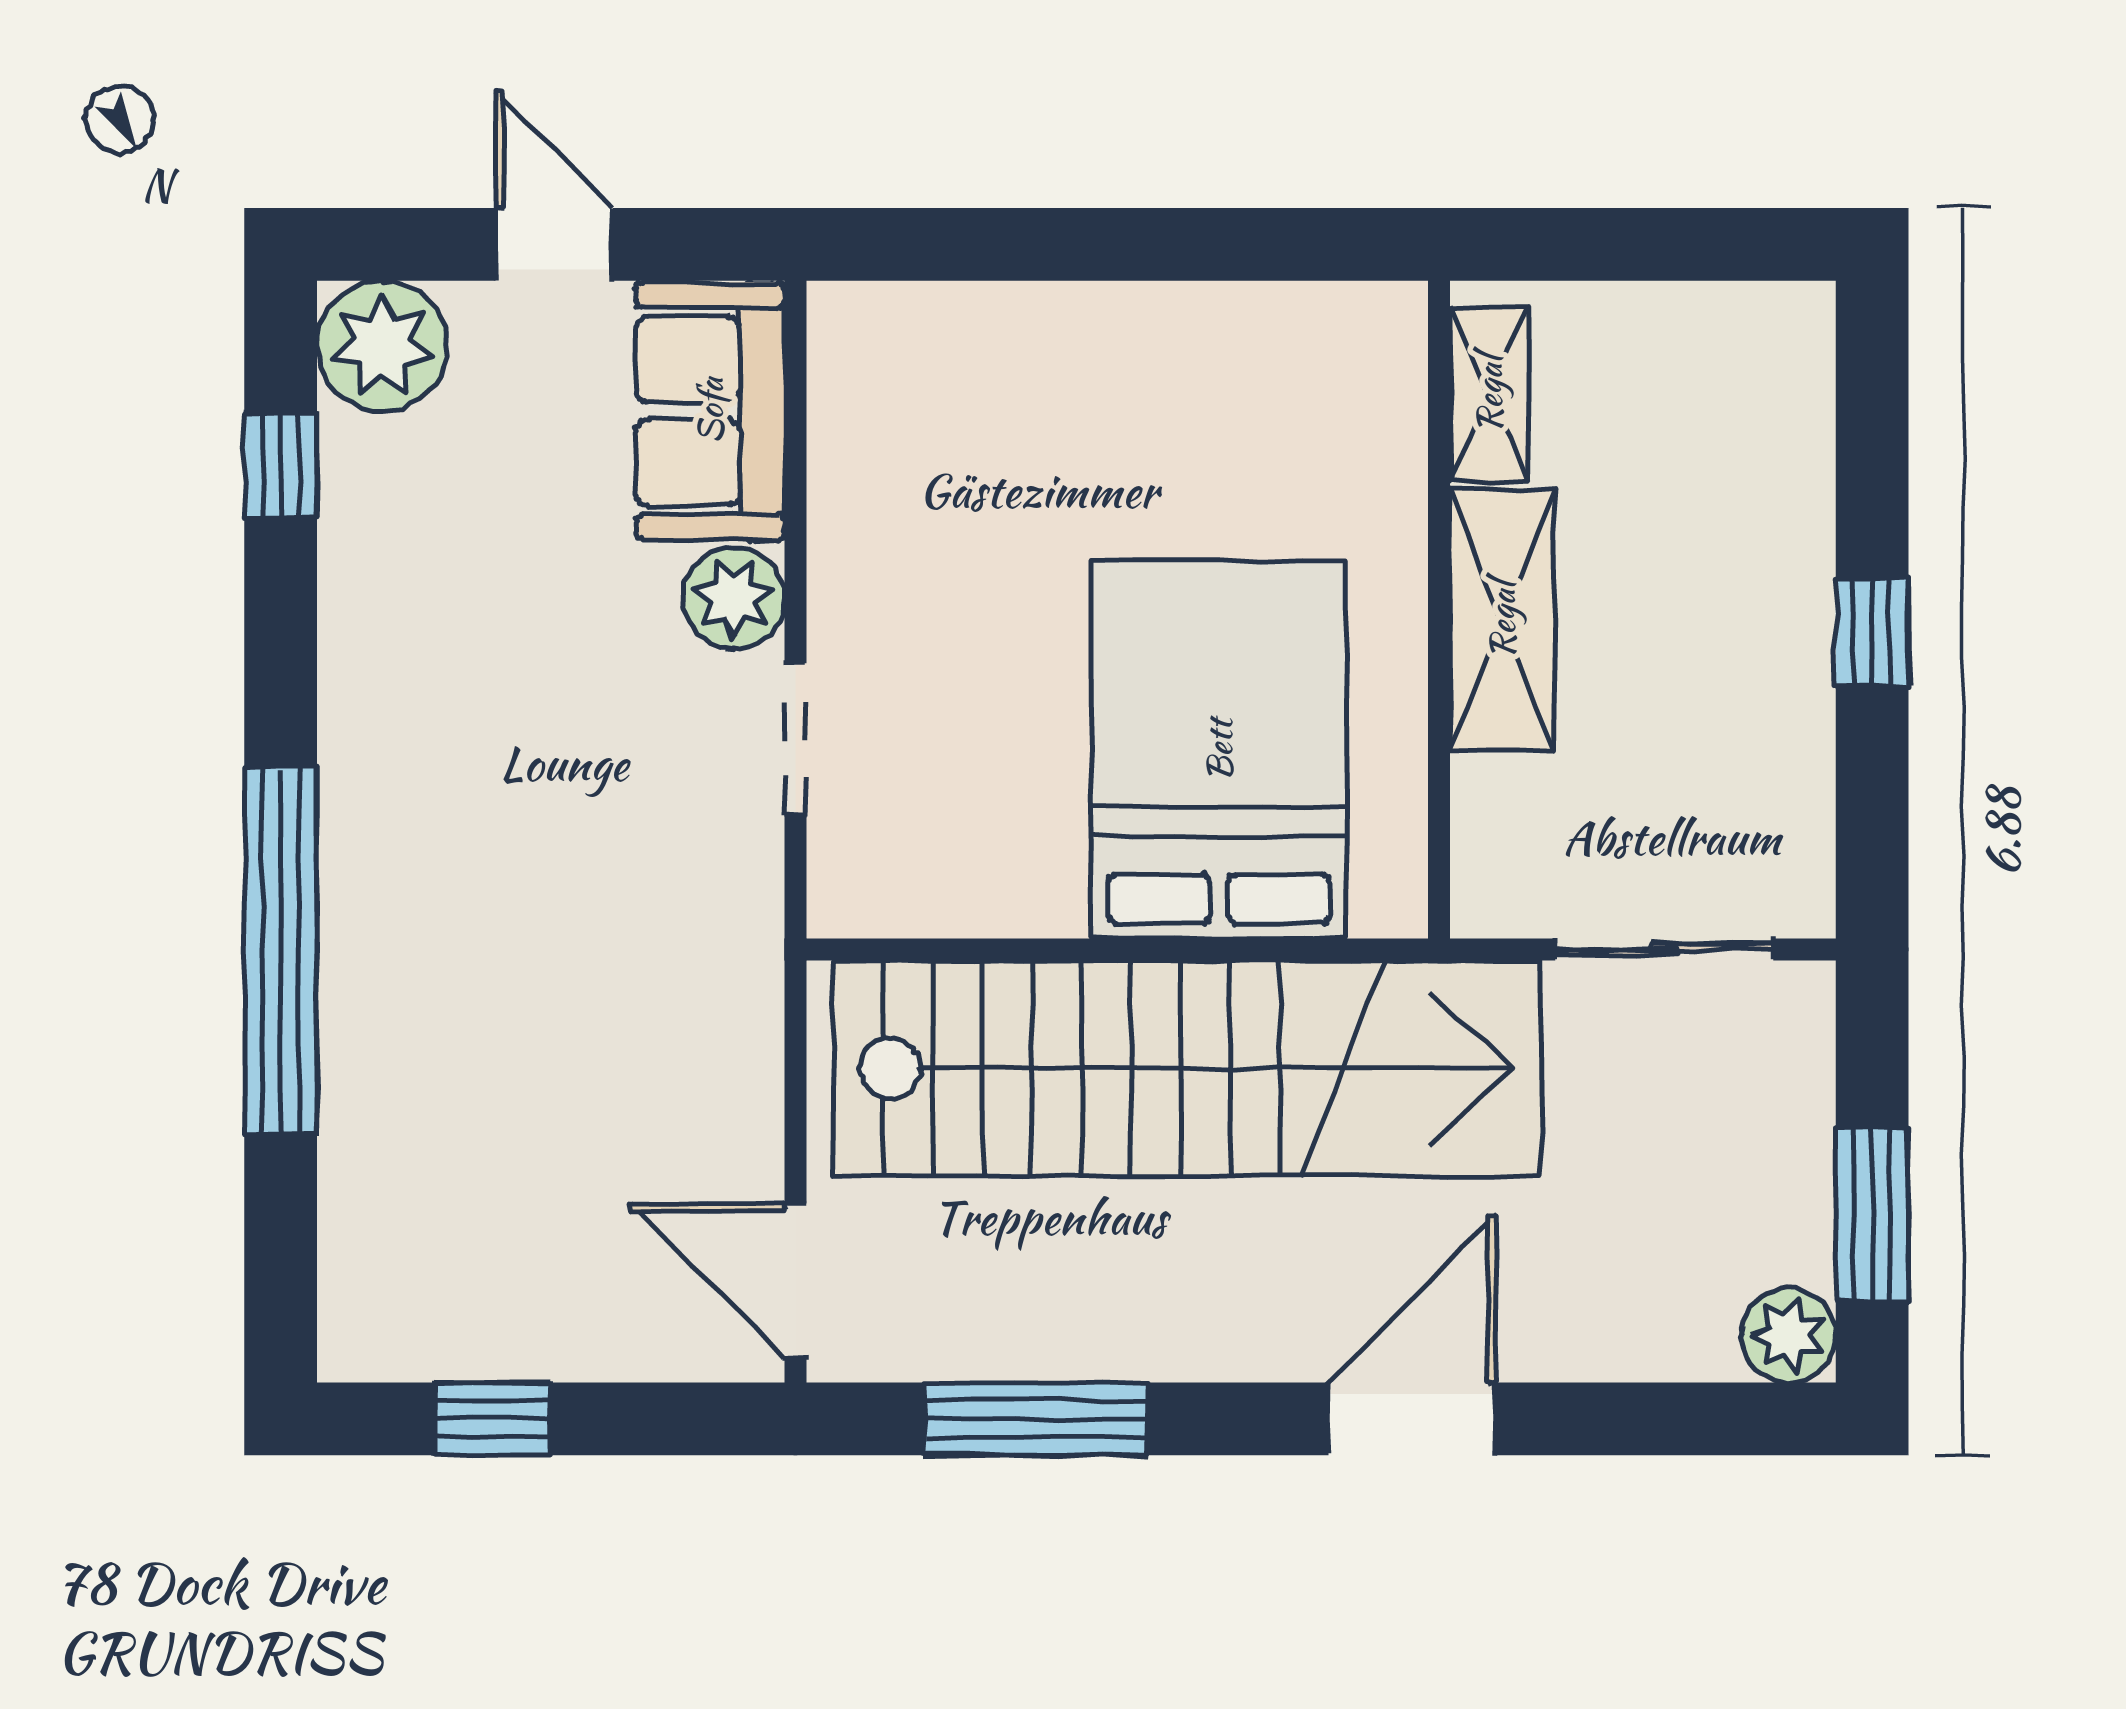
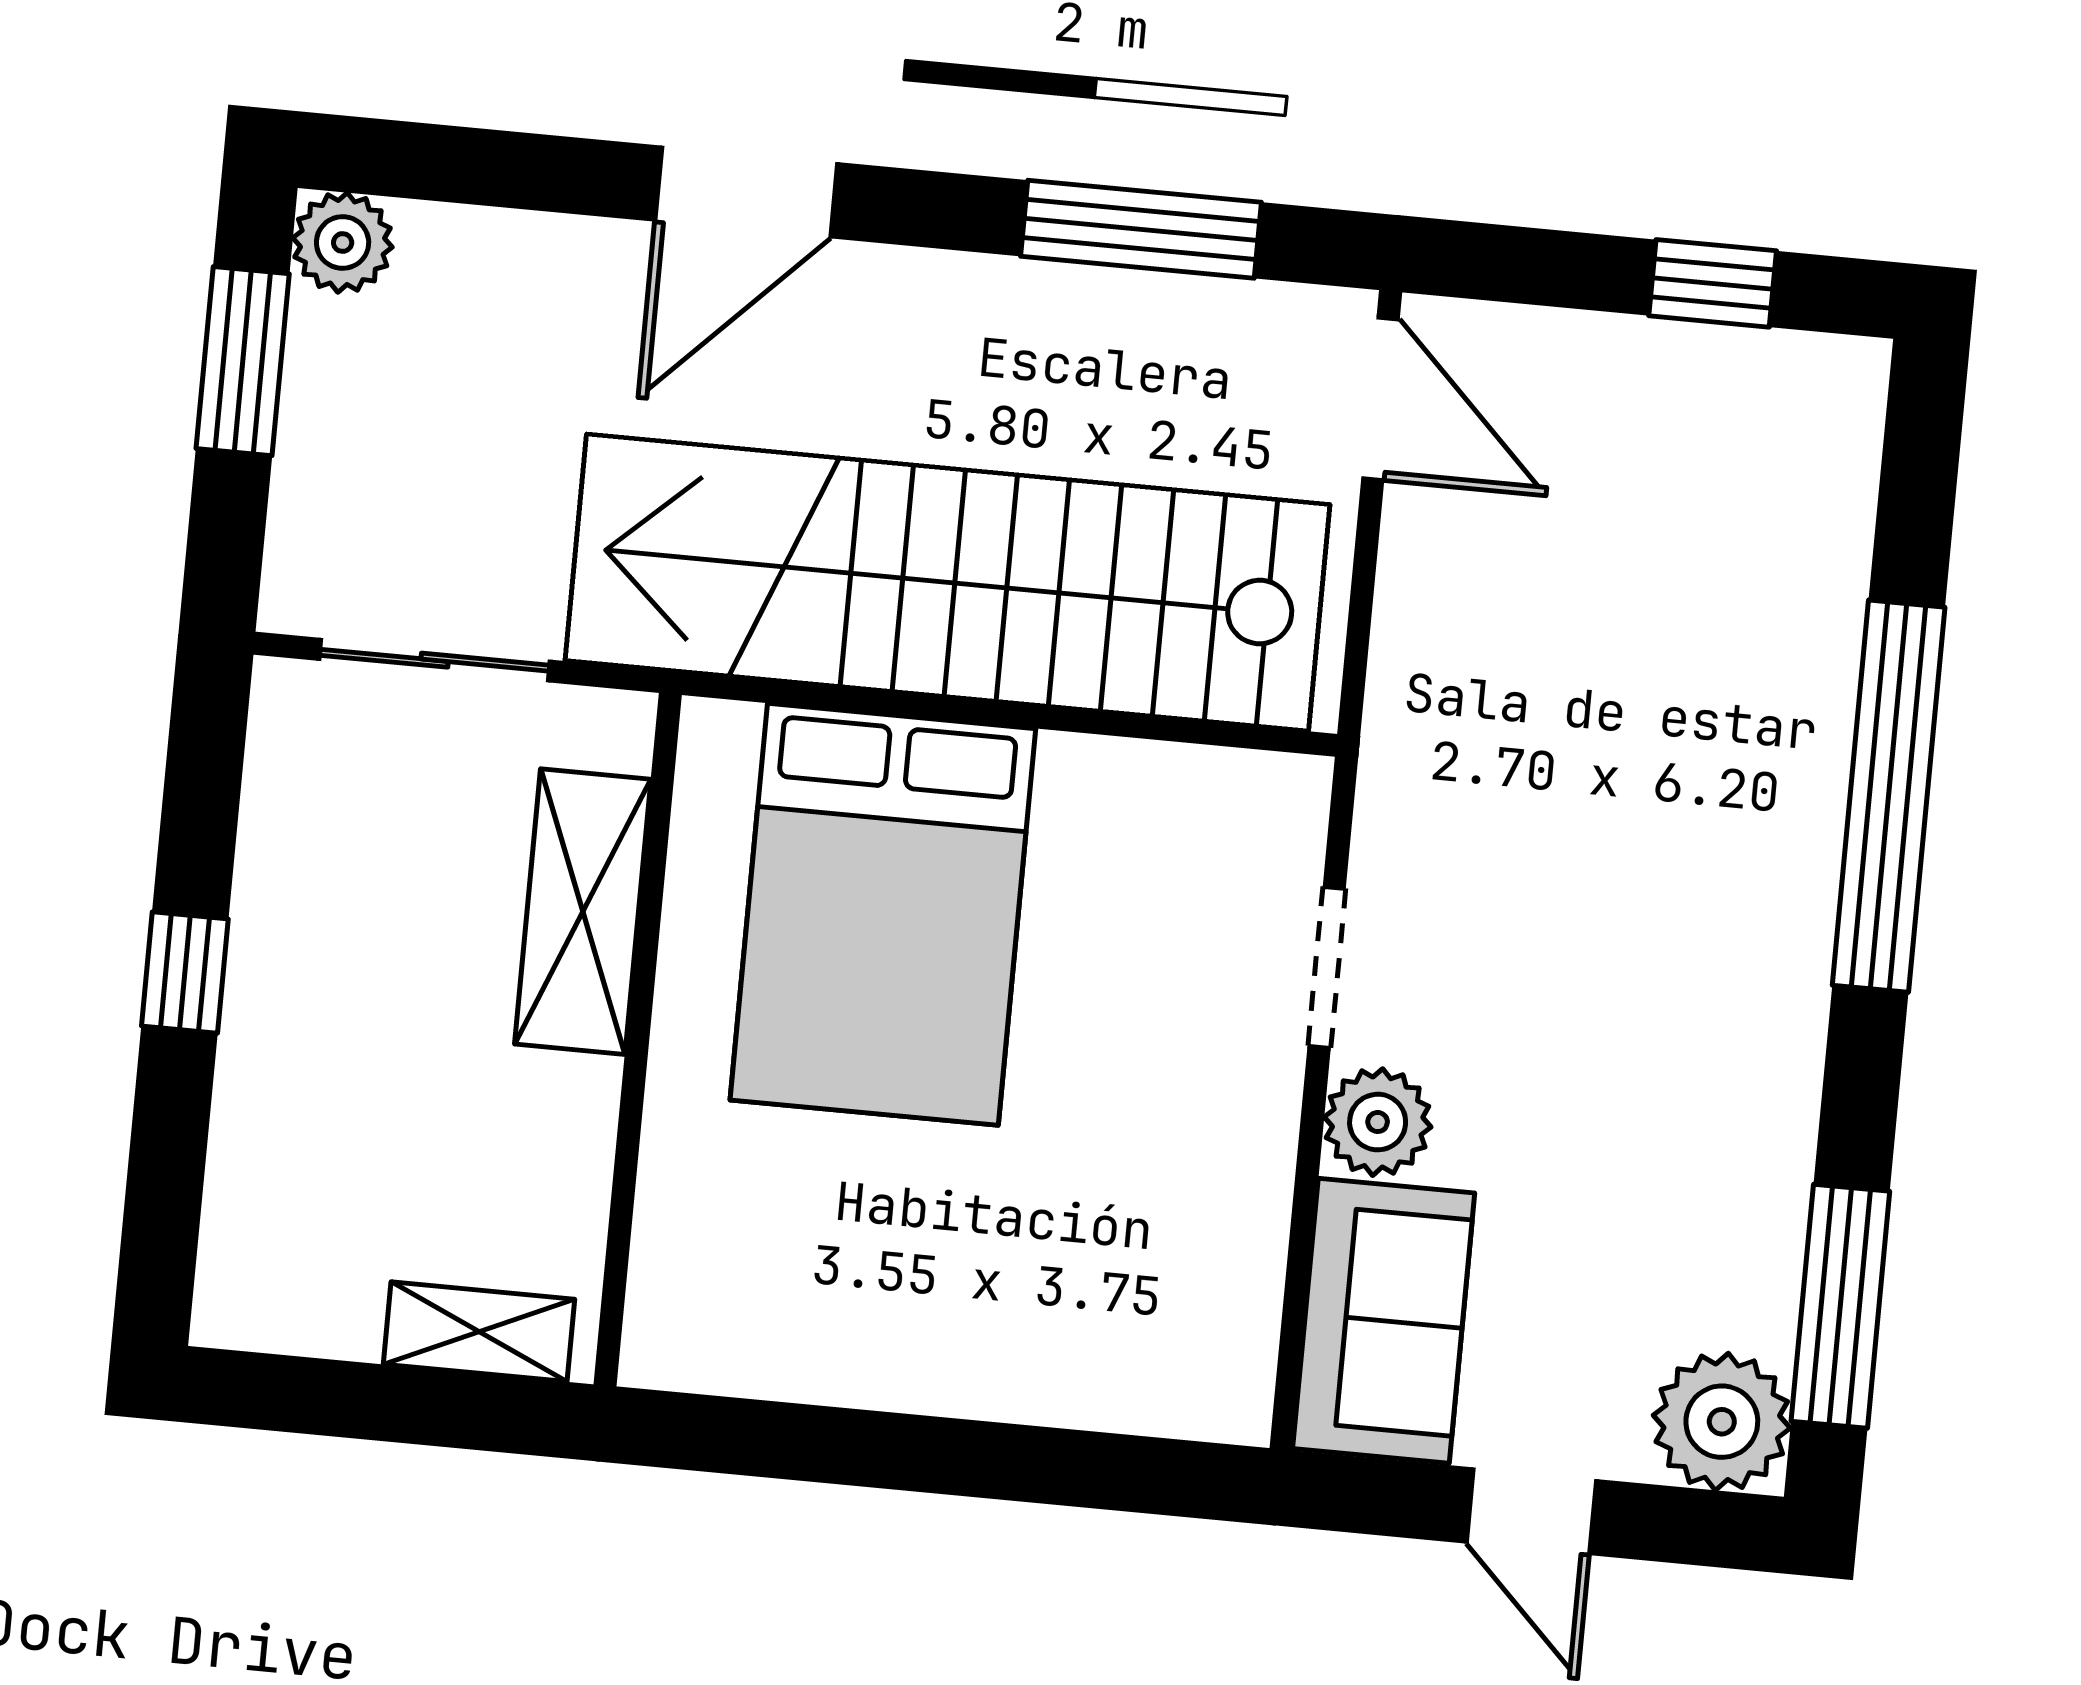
shelving: (1489, 394) -> (479, 1332), moved, turned 90
window: (281, 465) -> (1840, 1306), width x2.17
shelving: (1502, 620) -> (583, 912), moved

